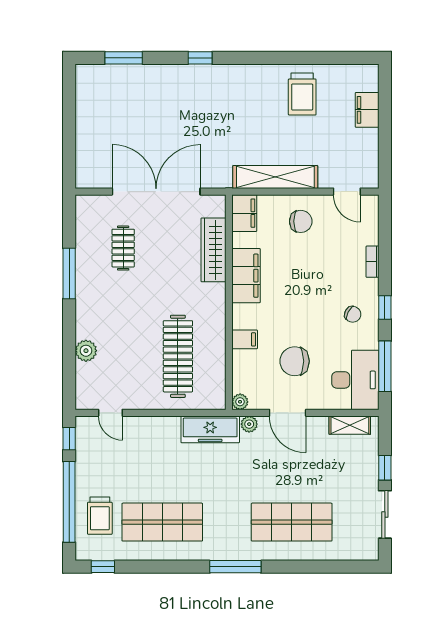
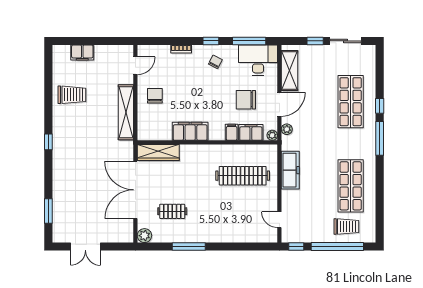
window: (200, 58) -> (48, 142), moved
double door: (69, 115) -> (85, 247), added
filing cabinet: (244, 213) -> (251, 132), moved
wardrobe: (214, 250) -> (158, 152), moved
plant: (86, 351) -> (144, 236), moved
chair: (295, 361) -> (246, 100), turned 90
door: (110, 413) -> (279, 220), swing flipped
shelving: (350, 425) -> (289, 70), width x1.50, depth x1.33
freezer: (210, 429) -> (290, 170), moved
window: (103, 567) -> (380, 106), moved

